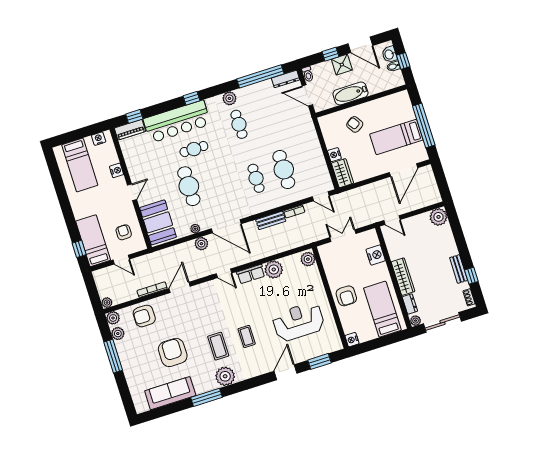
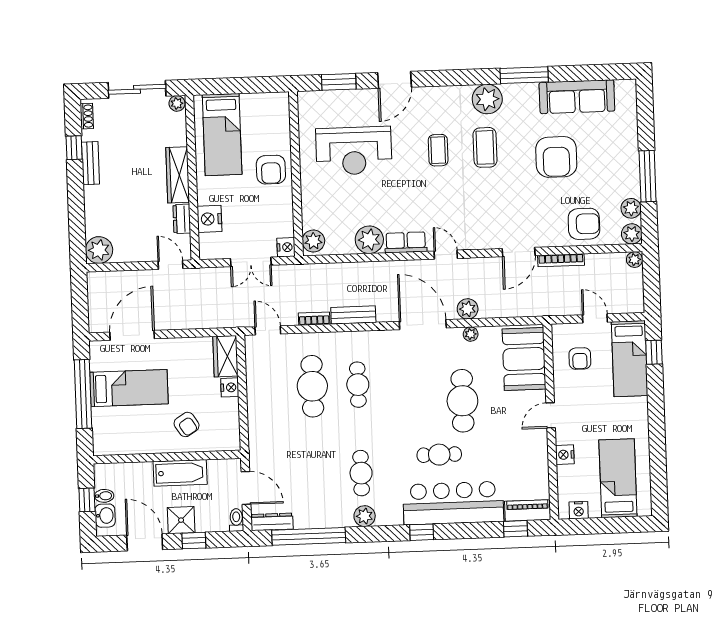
armchair: (346, 296) -> (271, 170), turned 180
dresser: (410, 304) -> (182, 219), moved
nightstand: (352, 340) -> (286, 247), moved

